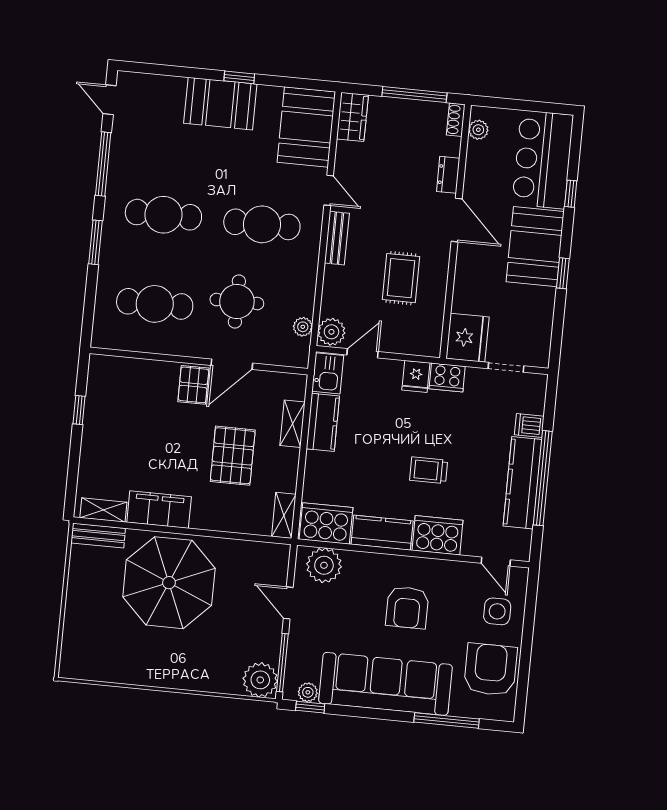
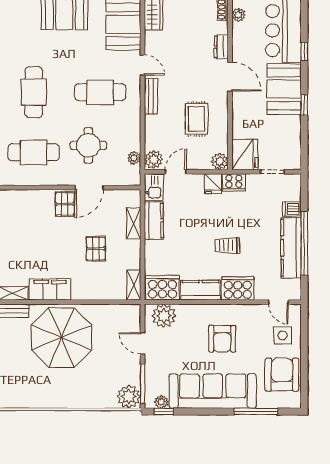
cafe table: (163, 215) -> (34, 92), turned 90
plant: (429, 344) -> (220, 161), added
pallet: (233, 456) -> (96, 249), width x0.67, depth x0.71

